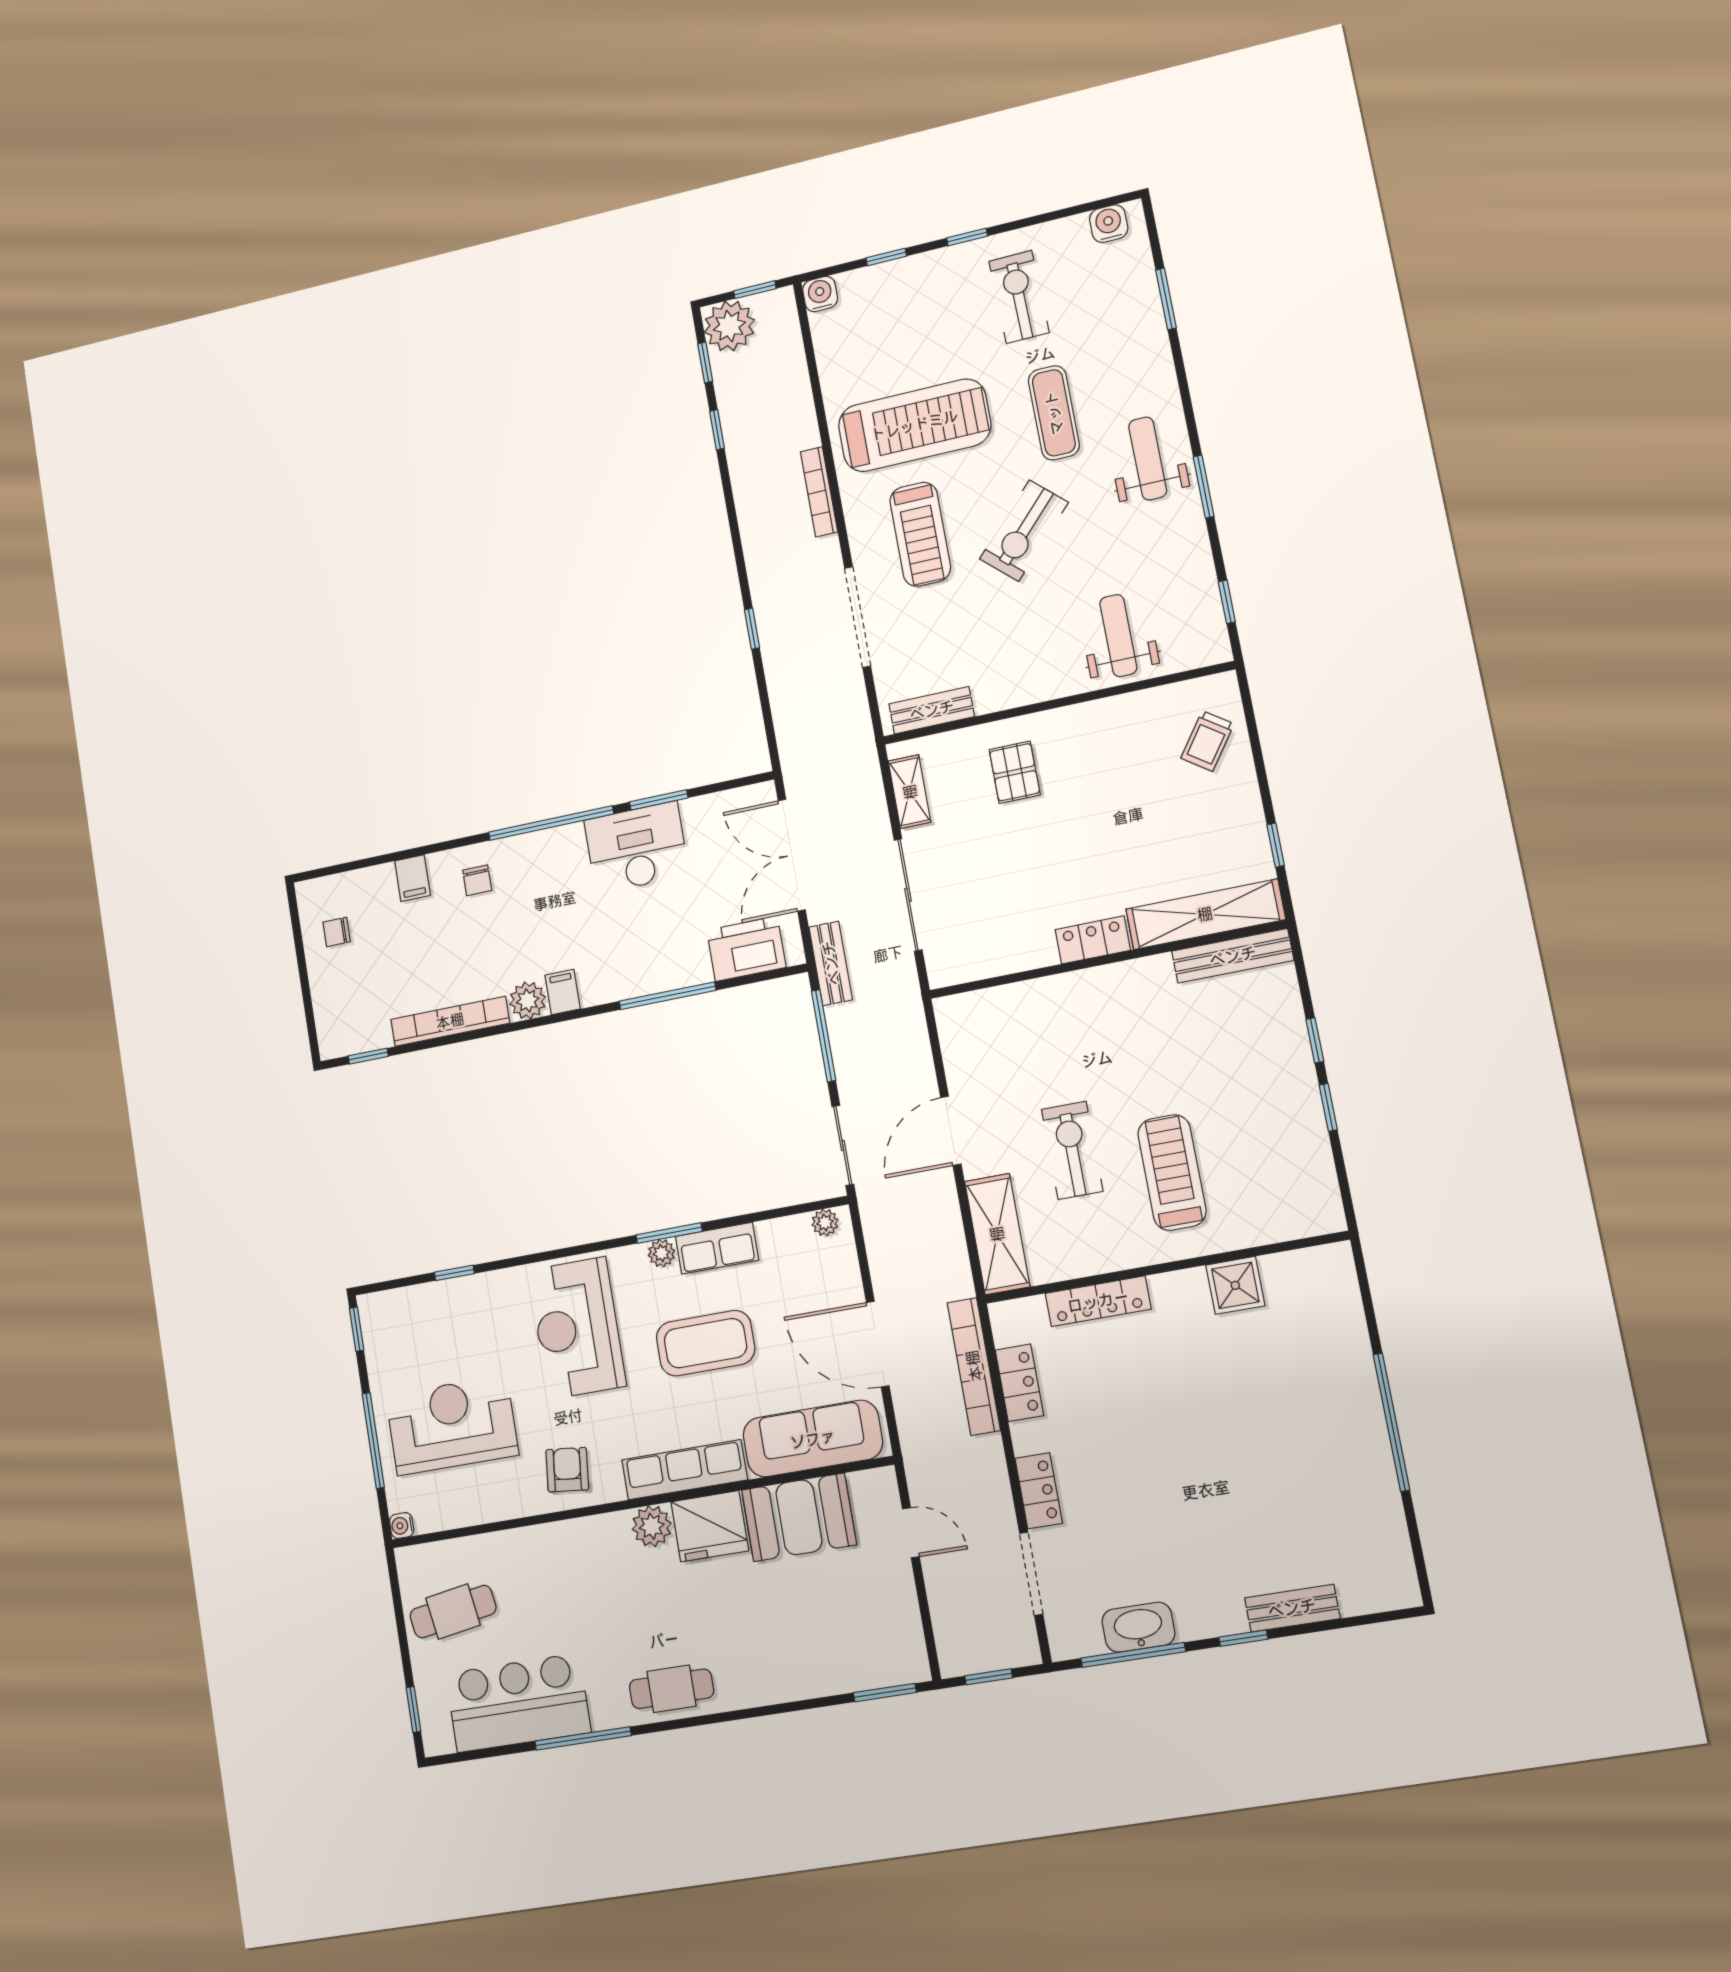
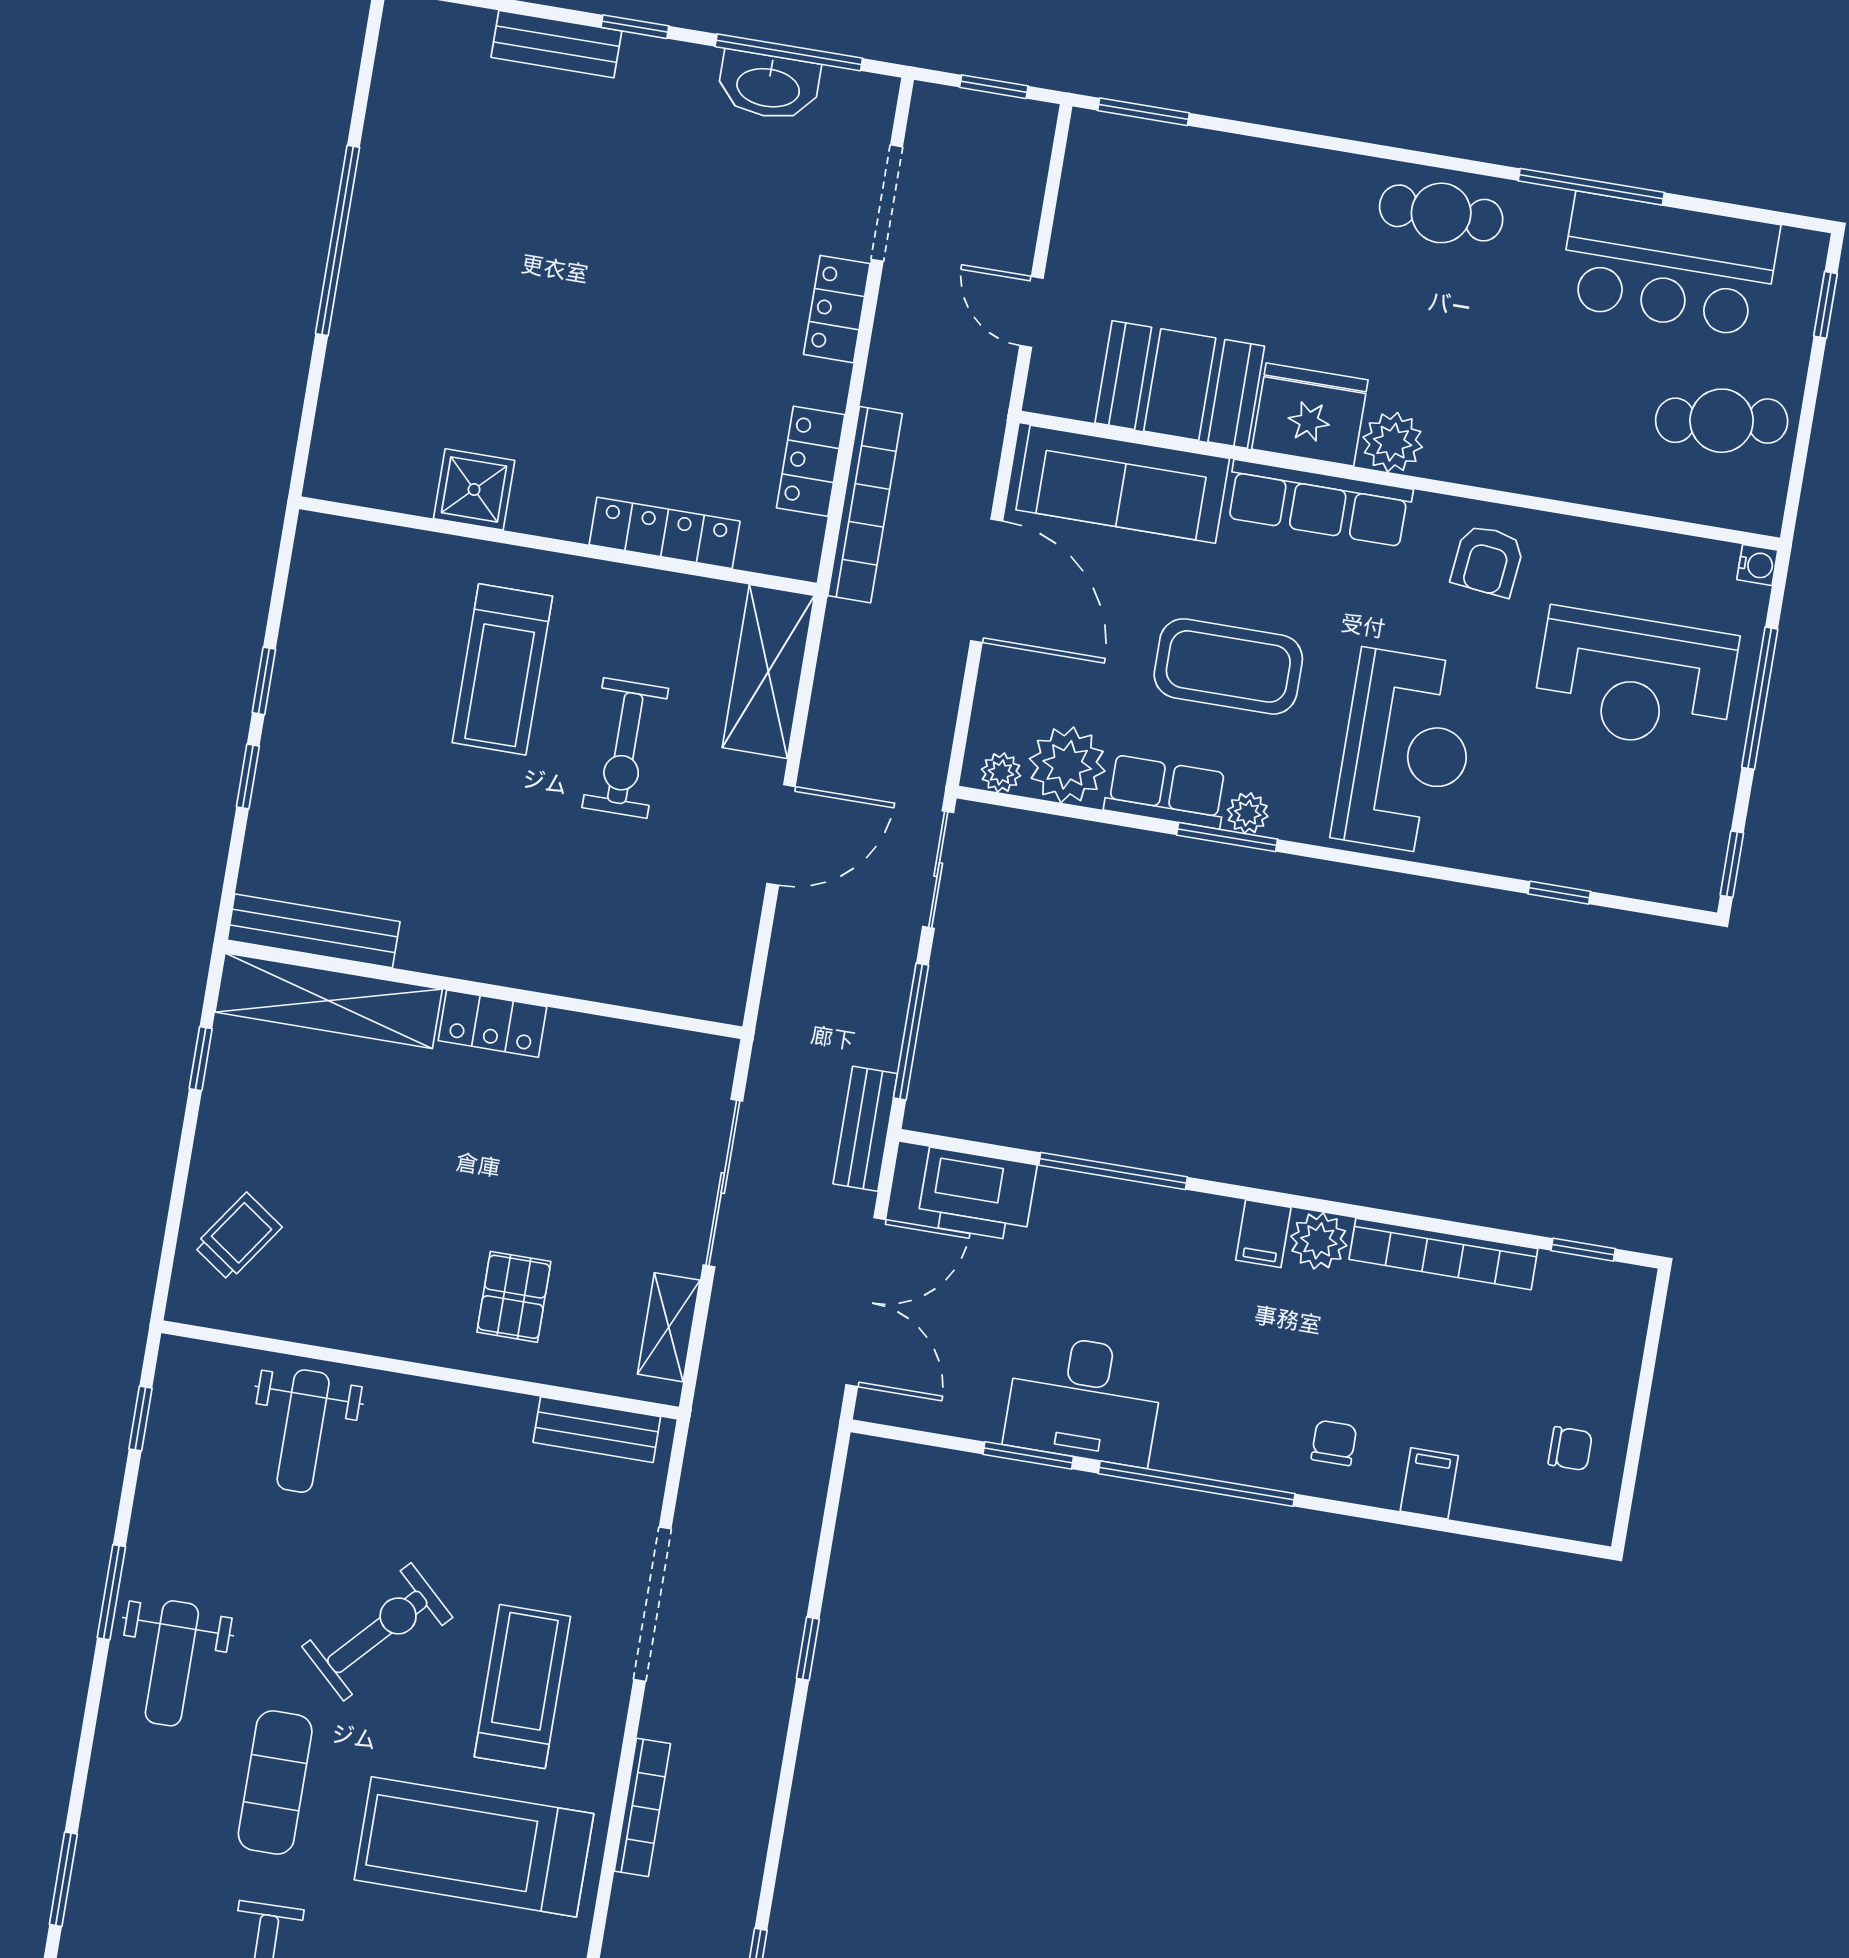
plant: (785, 1243) -> (1067, 765), added

